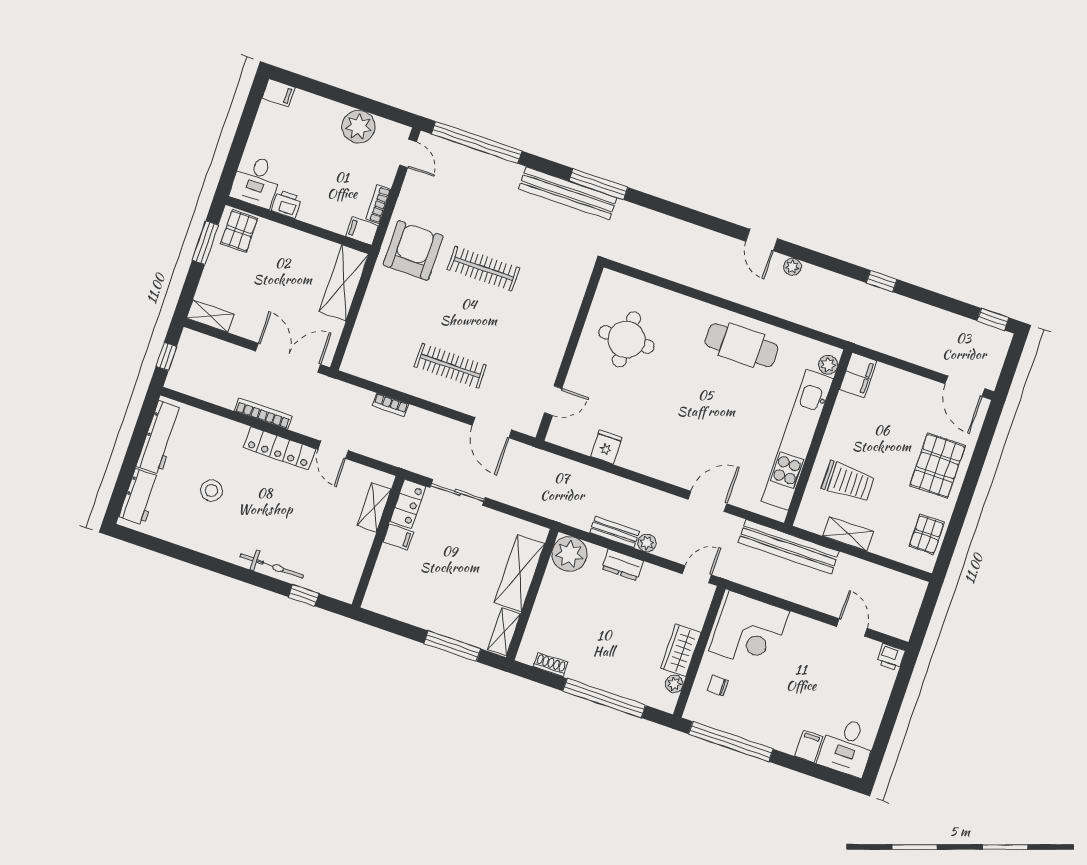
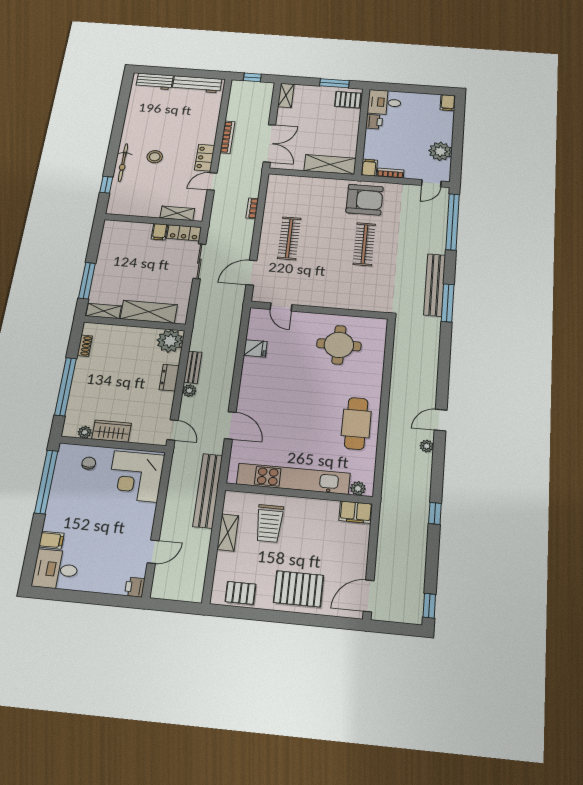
locker: (280, 448) -> (205, 158), width x0.66
stool: (211, 491) -> (155, 157), moved

